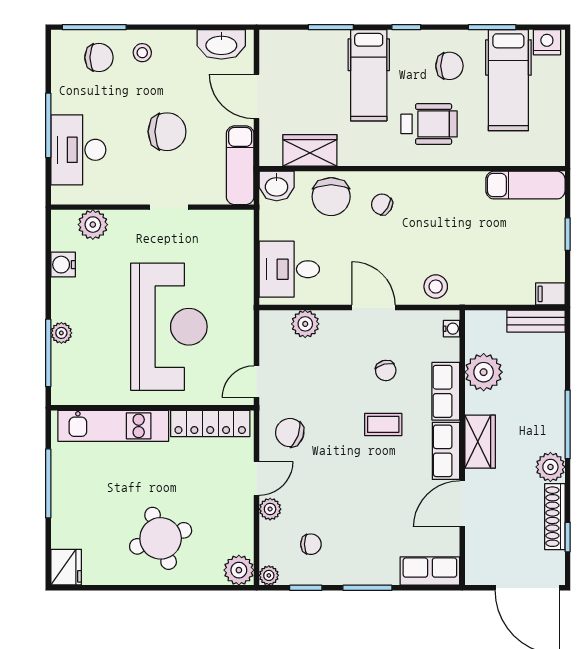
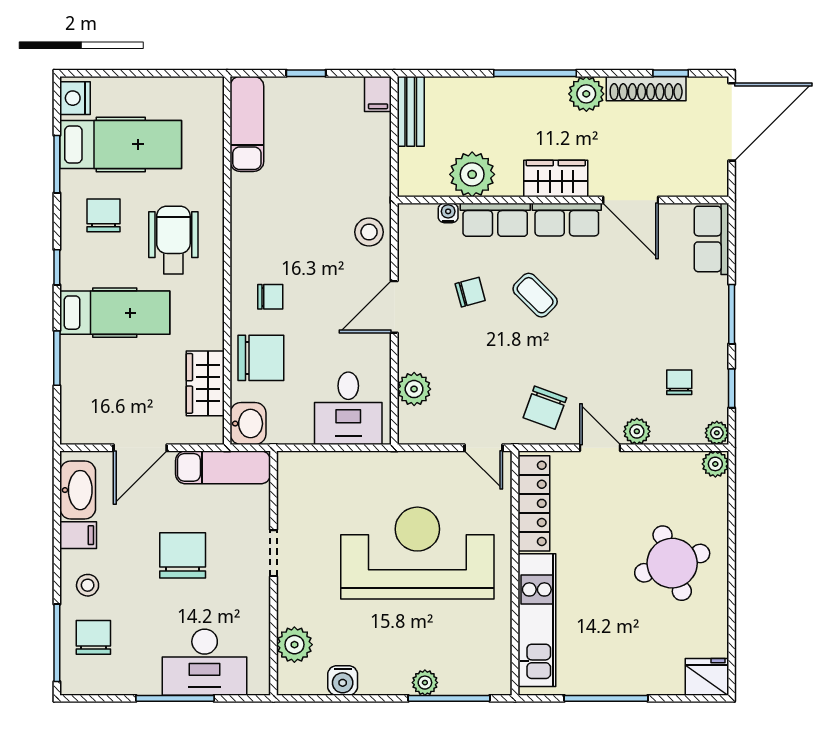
filing cabinet: (184, 45) -> (78, 535), added
chair: (382, 204) -> (270, 297), turned -121
water cooler: (451, 329) -> (448, 213), moved
coffee table: (383, 424) -> (535, 295), turned -45
plant: (239, 570) -> (715, 464), width x0.73, depth x0.73

